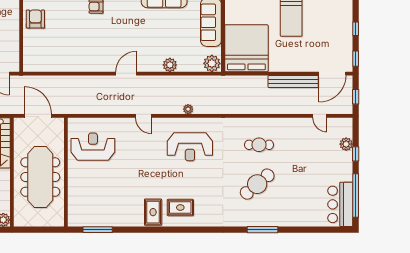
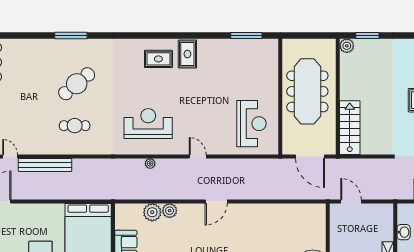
plant: (212, 63) -> (152, 212), moved
bench: (293, 82) -> (45, 165), moved
reception desk: (93, 147) -> (251, 124), turned -90

